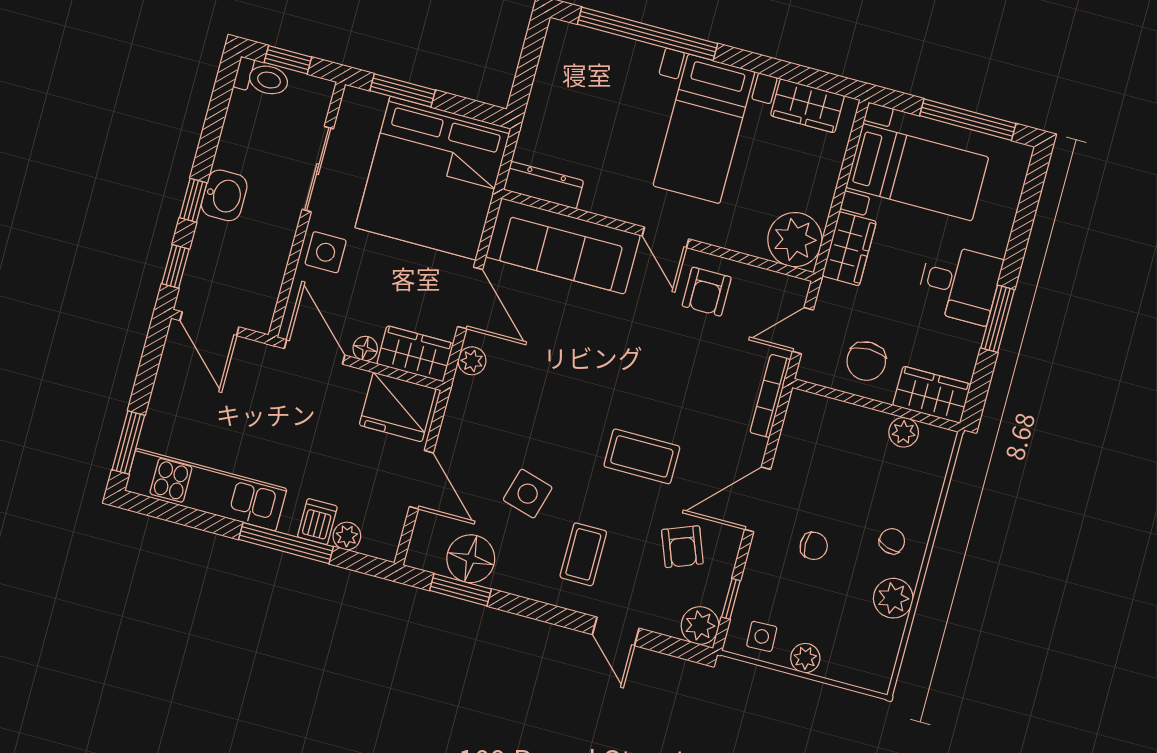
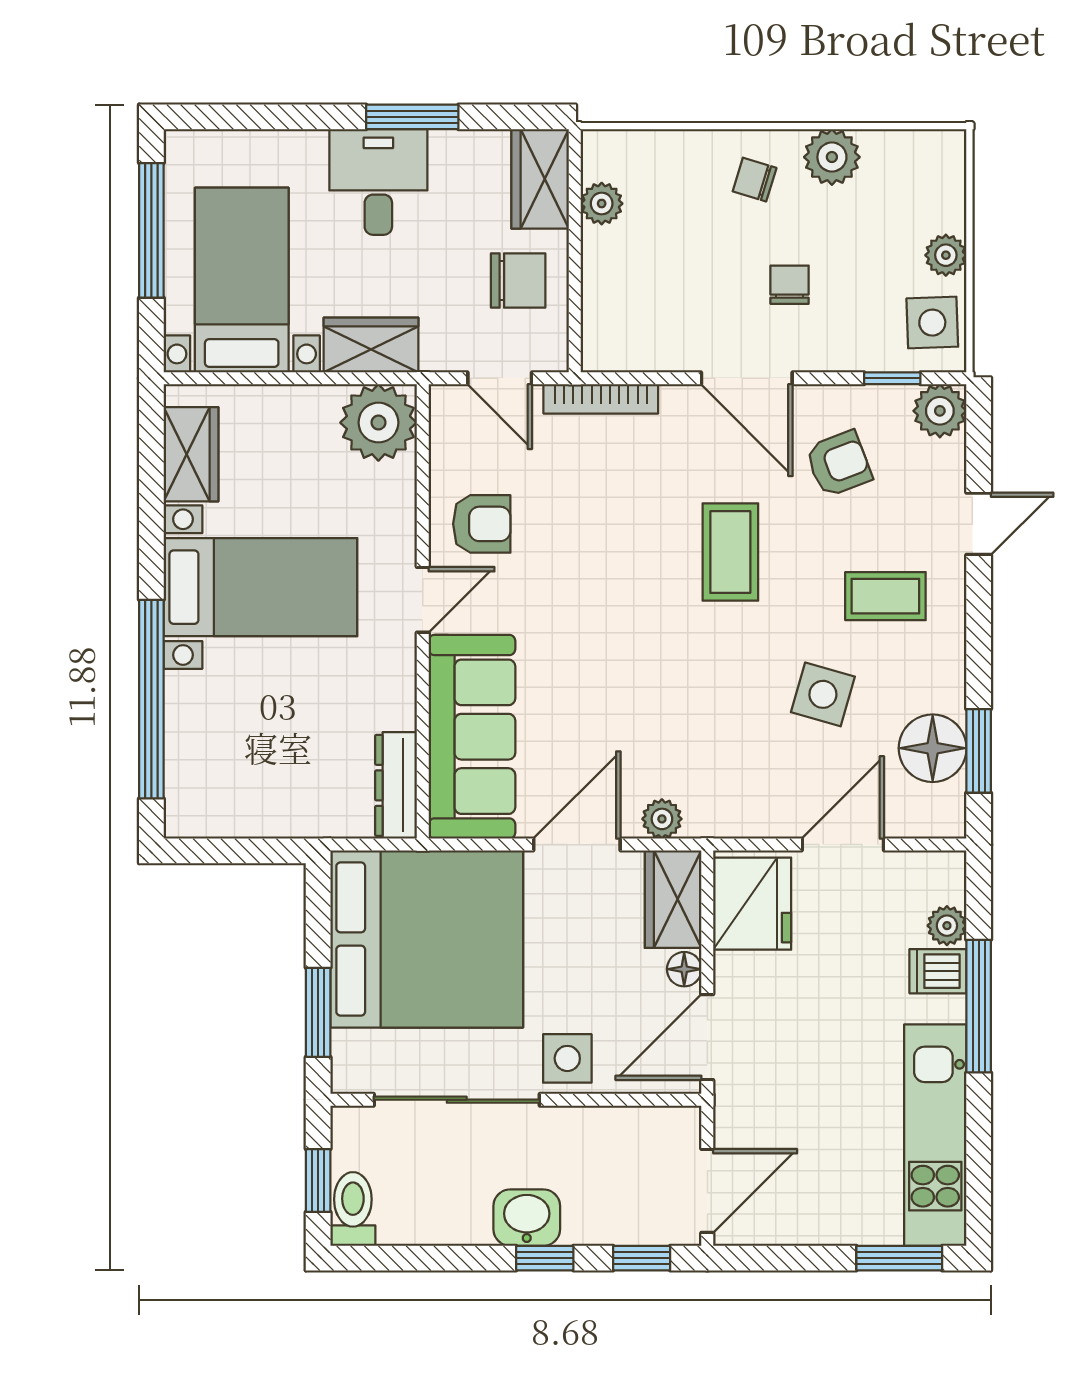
sliding door: (318, 169) -> (457, 1100), width x1.37
side table: (762, 636) -> (932, 323), width x1.37, depth x1.37

